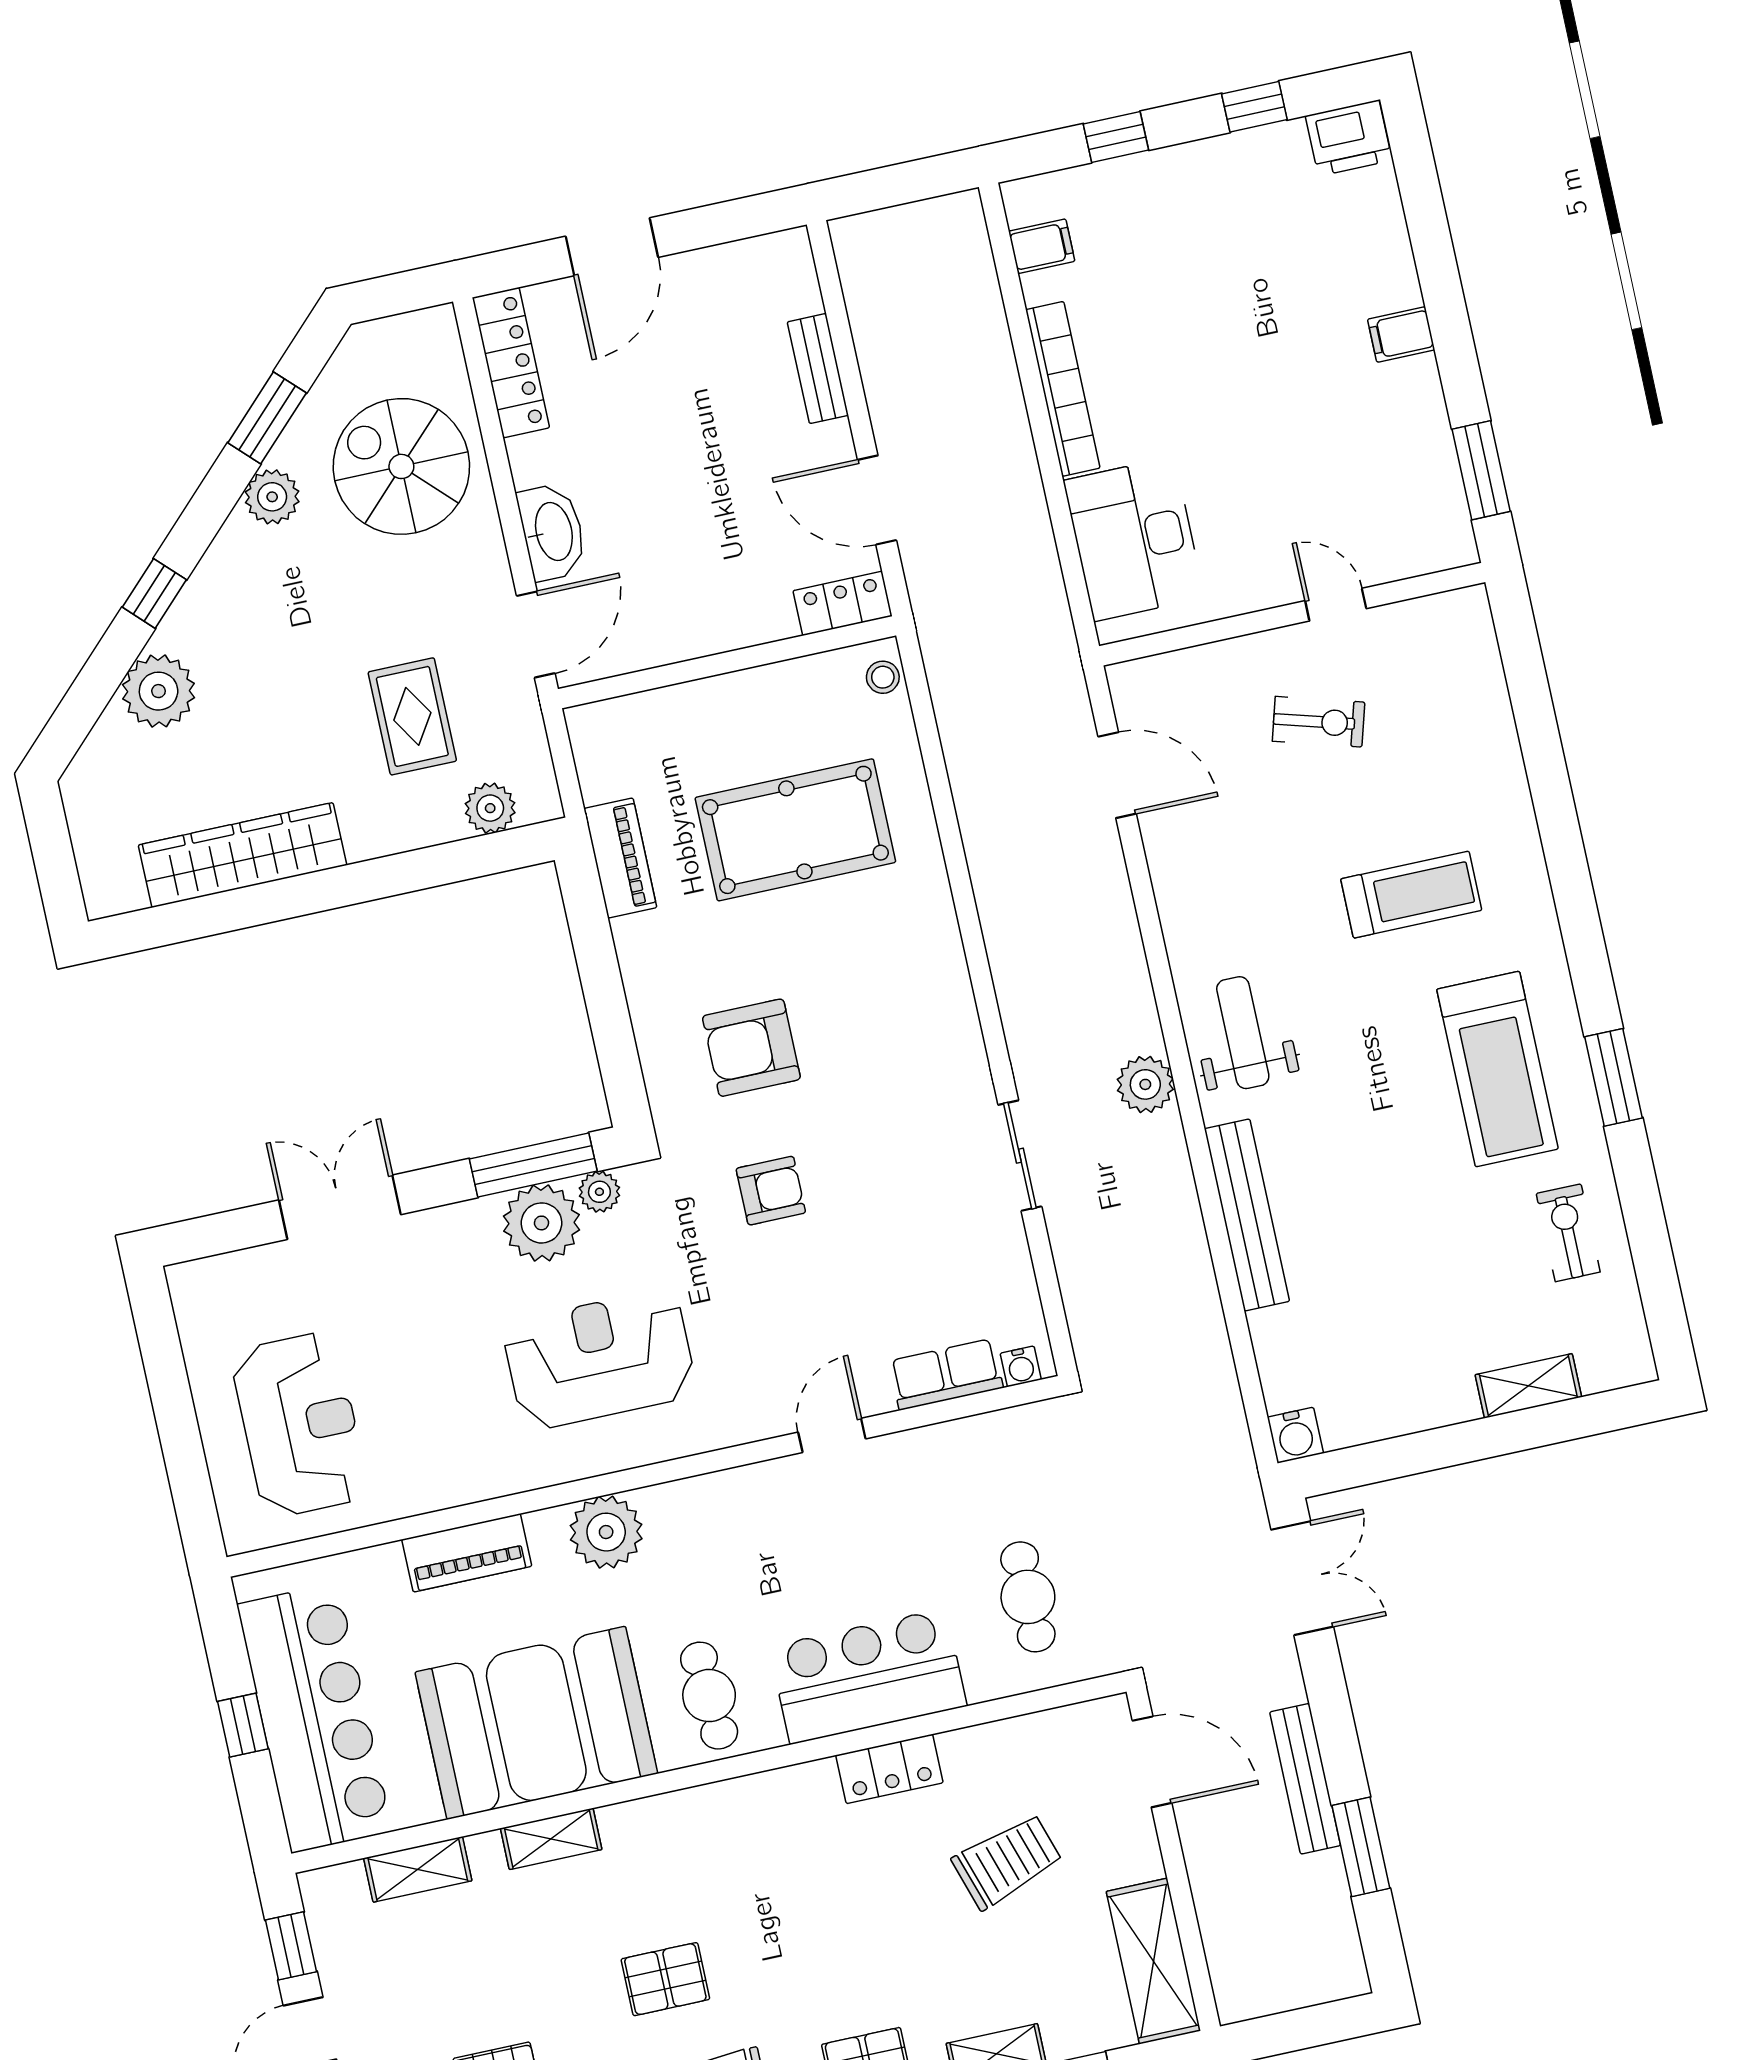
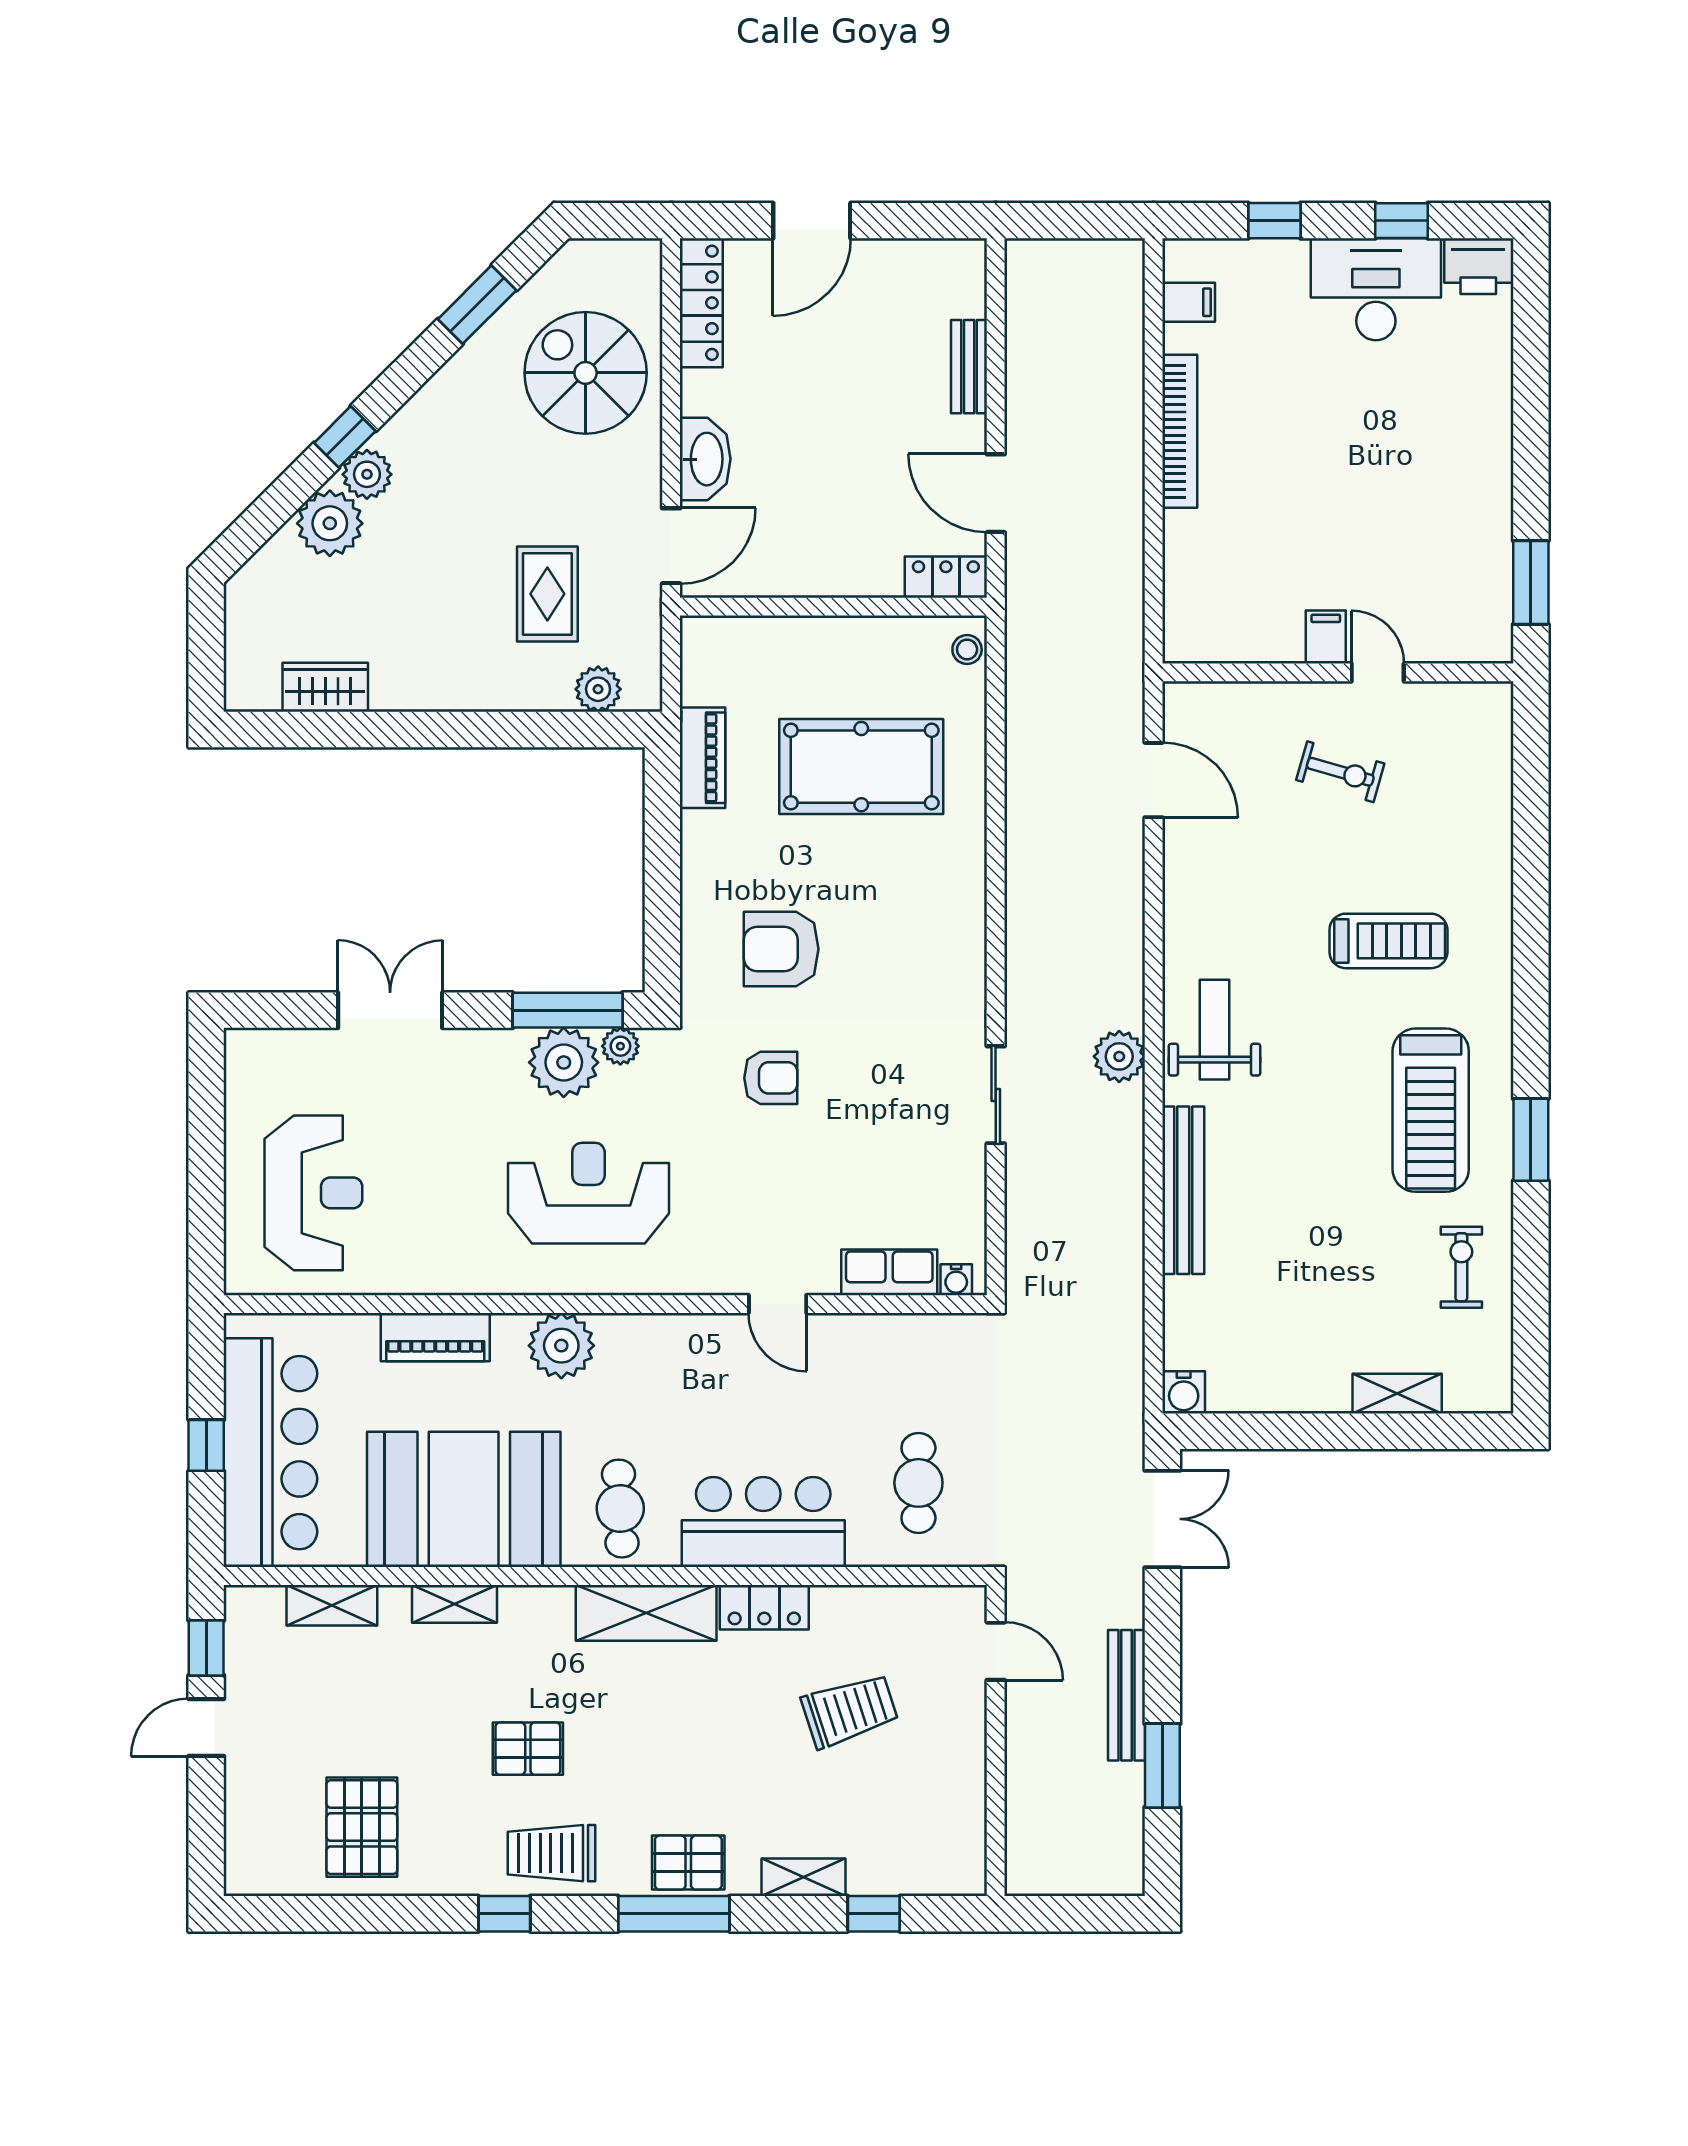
filing cabinet: (1401, 334) -> (1326, 637), moved, turned 90
plant: (272, 497) -> (367, 474), moved
desk: (1134, 539) -> (1376, 289), moved, turned 90
wardrobe: (243, 855) -> (325, 687), width x0.48, depth x0.85
door: (832, 1435) -> (778, 1304), swing flipped
door: (1152, 1762) -> (996, 1651), width x0.73
shelving: (1153, 1961) -> (646, 1613), moved, turned 90

